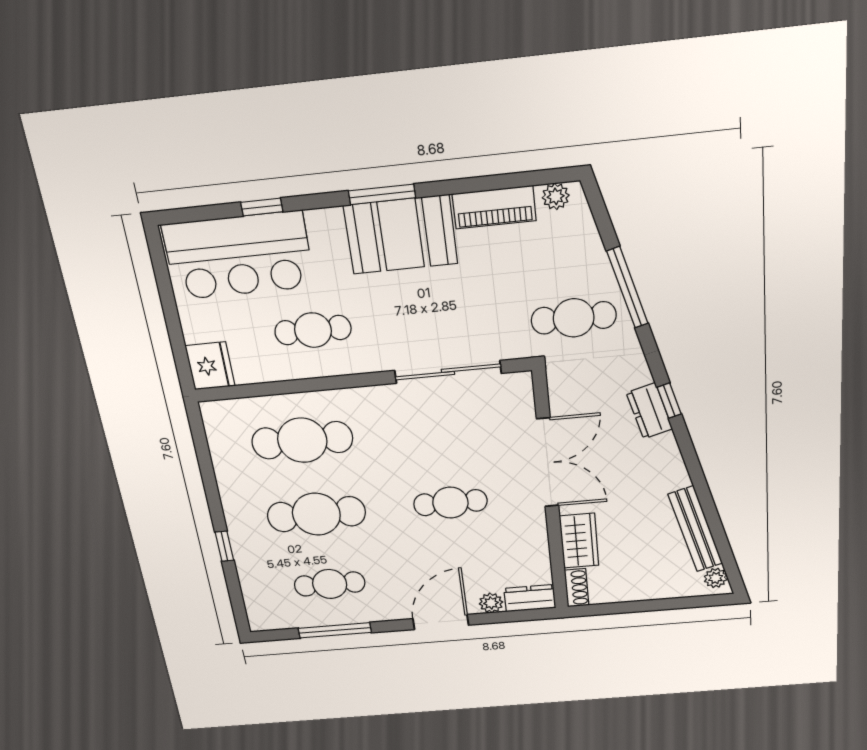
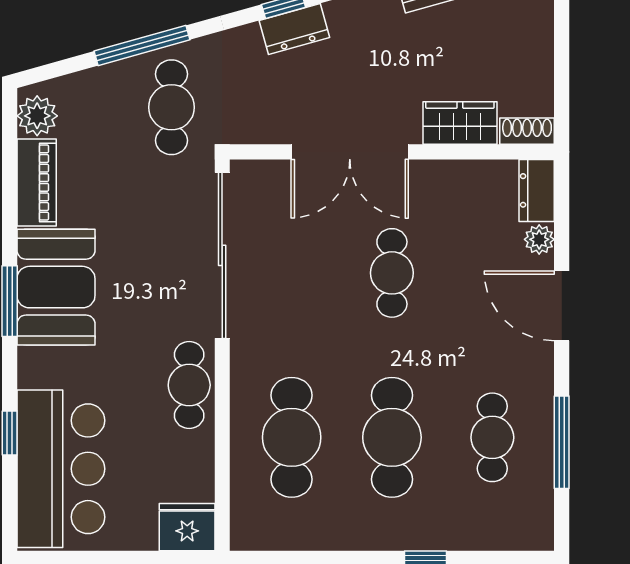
plant: (556, 196) -> (37, 116), width x1.38, depth x1.38
cafe table: (313, 330) -> (189, 385), moved
sliding door: (448, 372) -> (222, 255), width x1.36
double door: (548, 463) -> (350, 152), swing flipped

